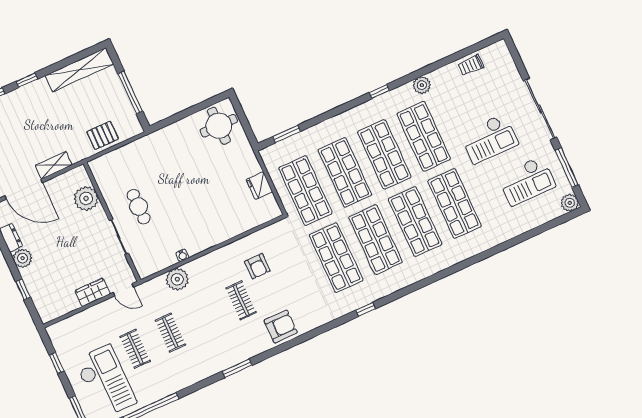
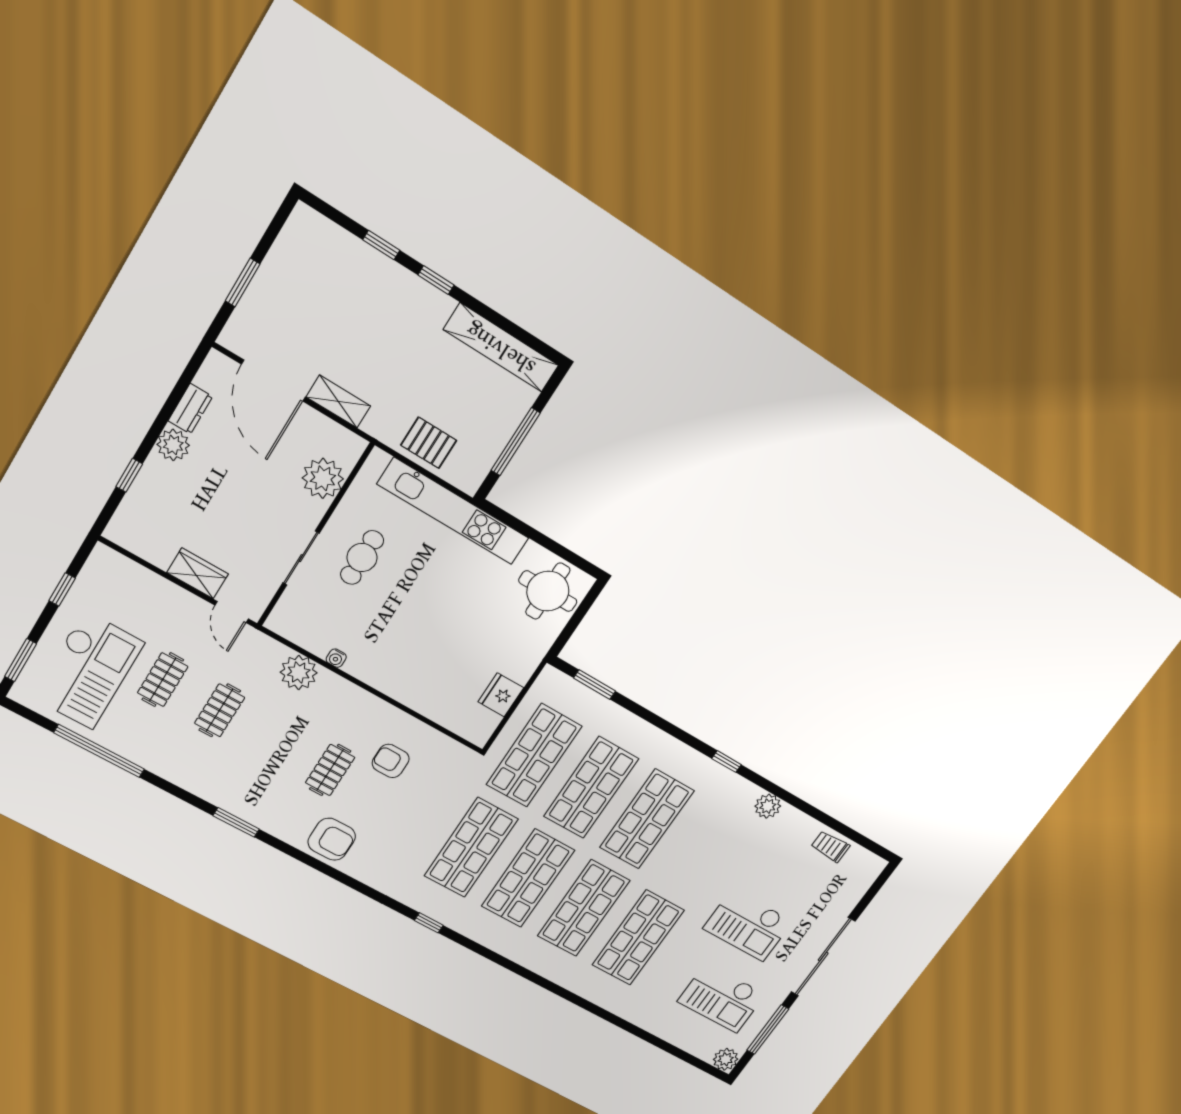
shop shelf: (424, 136) -> (702, 850), removed
kitchen unit: (145, 146) -> (453, 511), added
armchair: (257, 266) -> (391, 761), turned 90

